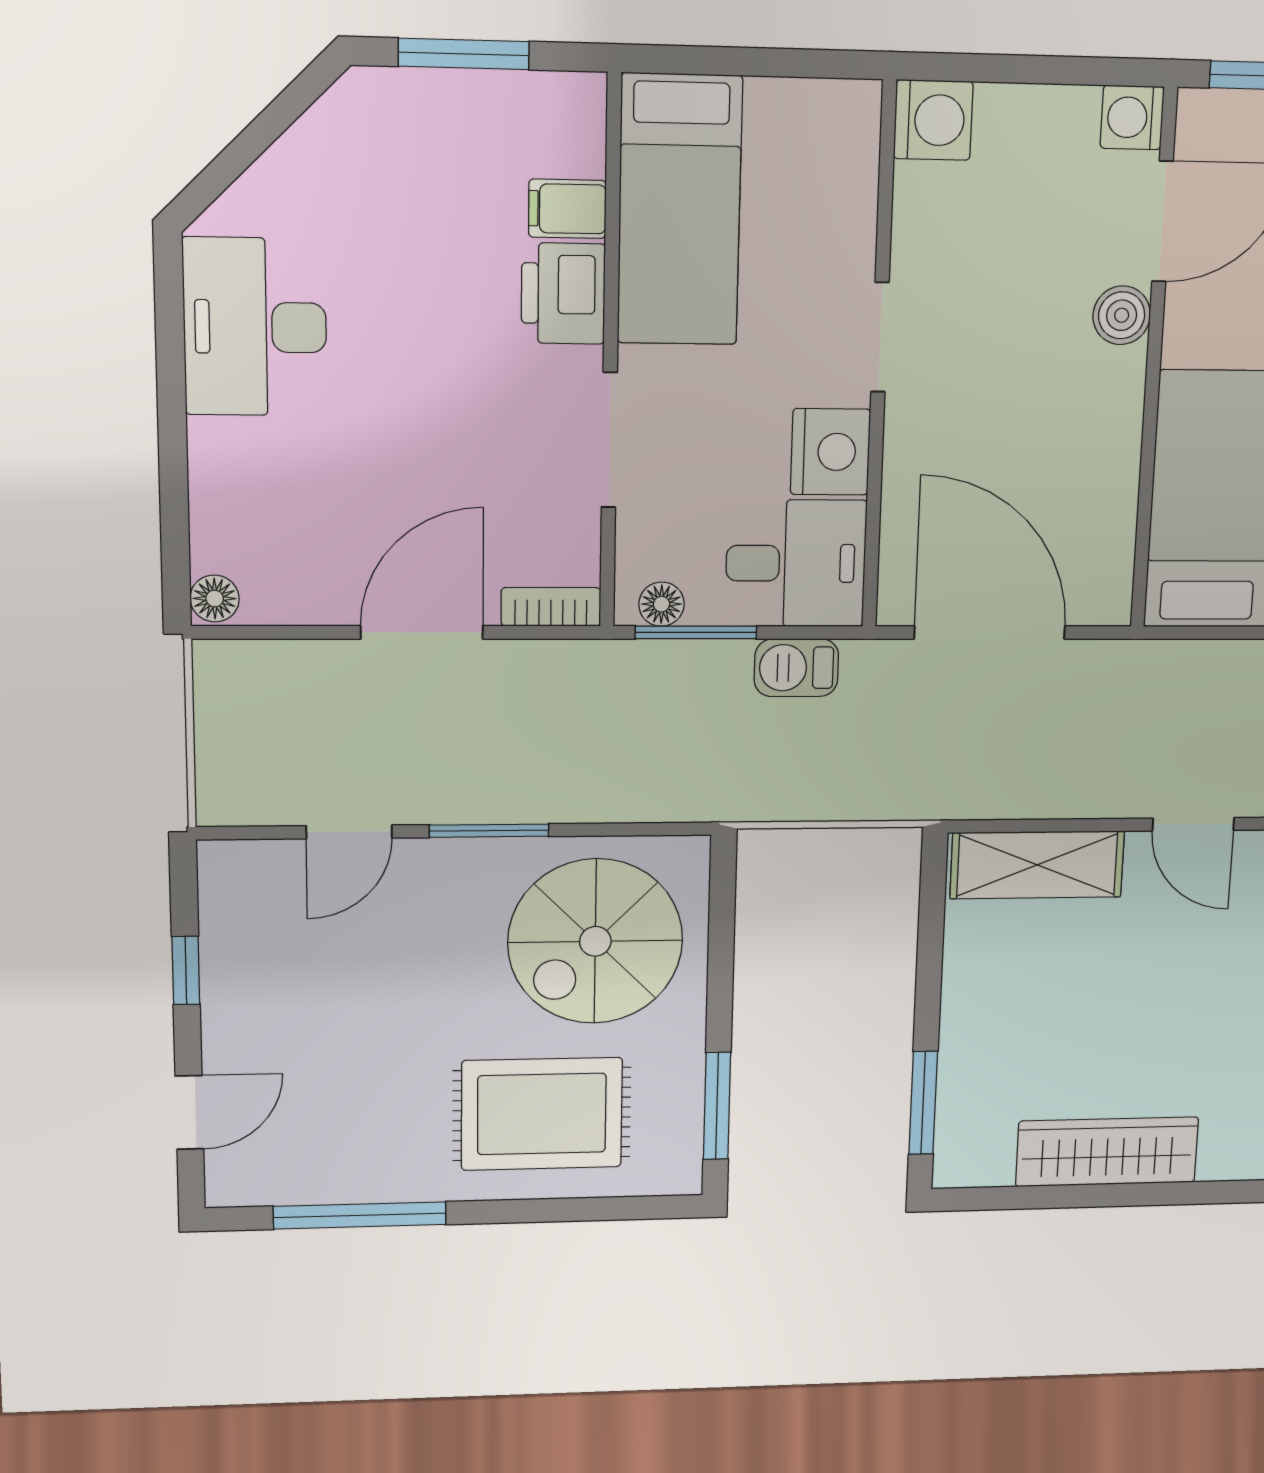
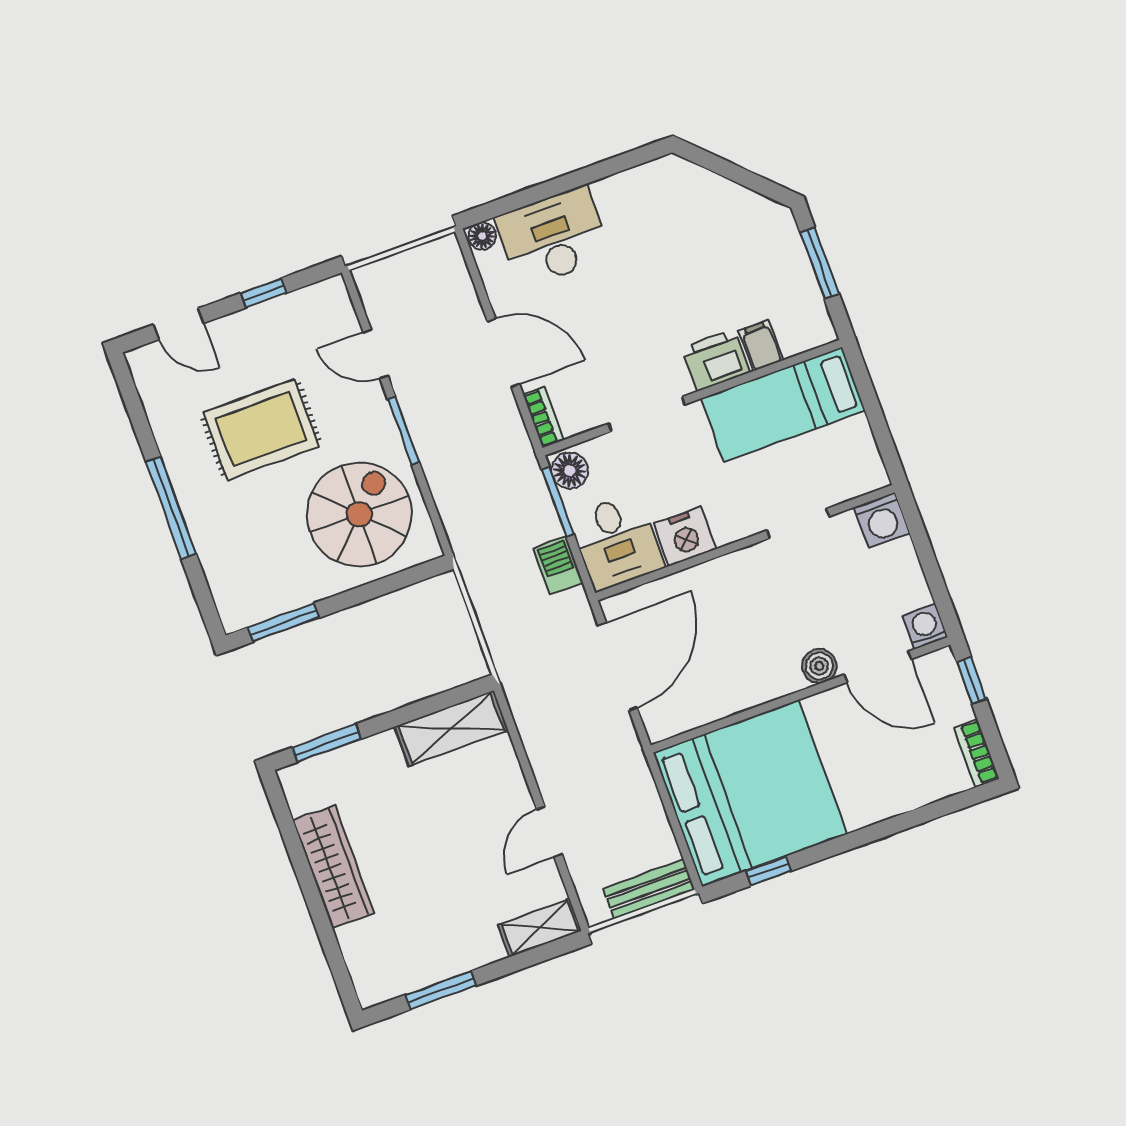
desk: (255, 327) -> (553, 237), moved
doorway: (880, 337) -> (798, 523), moved
floor lamp: (661, 604) -> (570, 471), width x1.37, depth x1.37
shelving: (1037, 865) -> (451, 728), moved, turned 90
spiral stairs: (595, 941) -> (359, 514), turned 90
rug: (542, 1114) -> (261, 429), moved, turned 90
window: (360, 1215) -> (171, 508), moved

